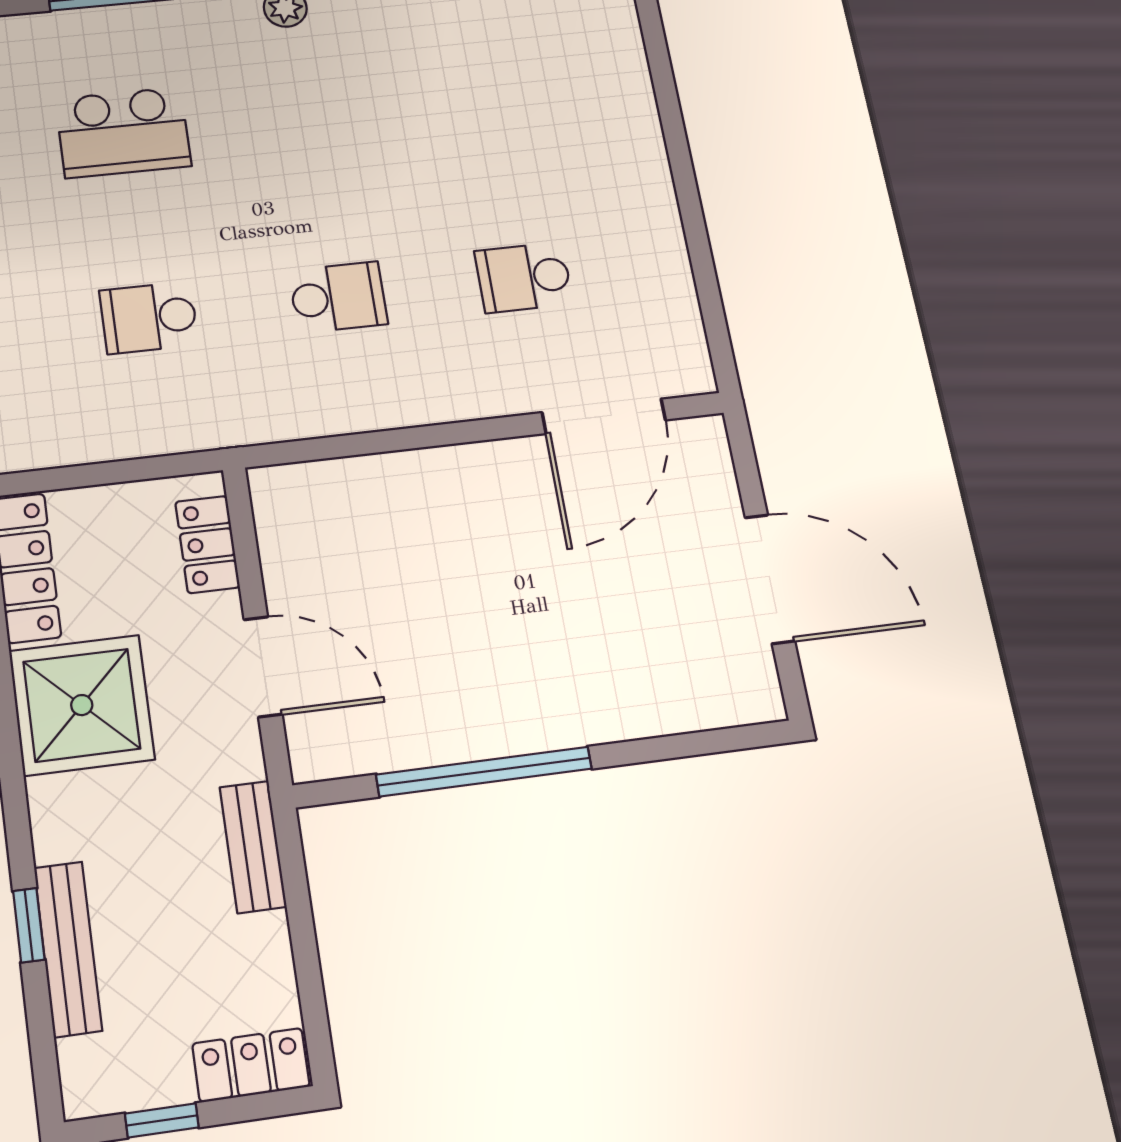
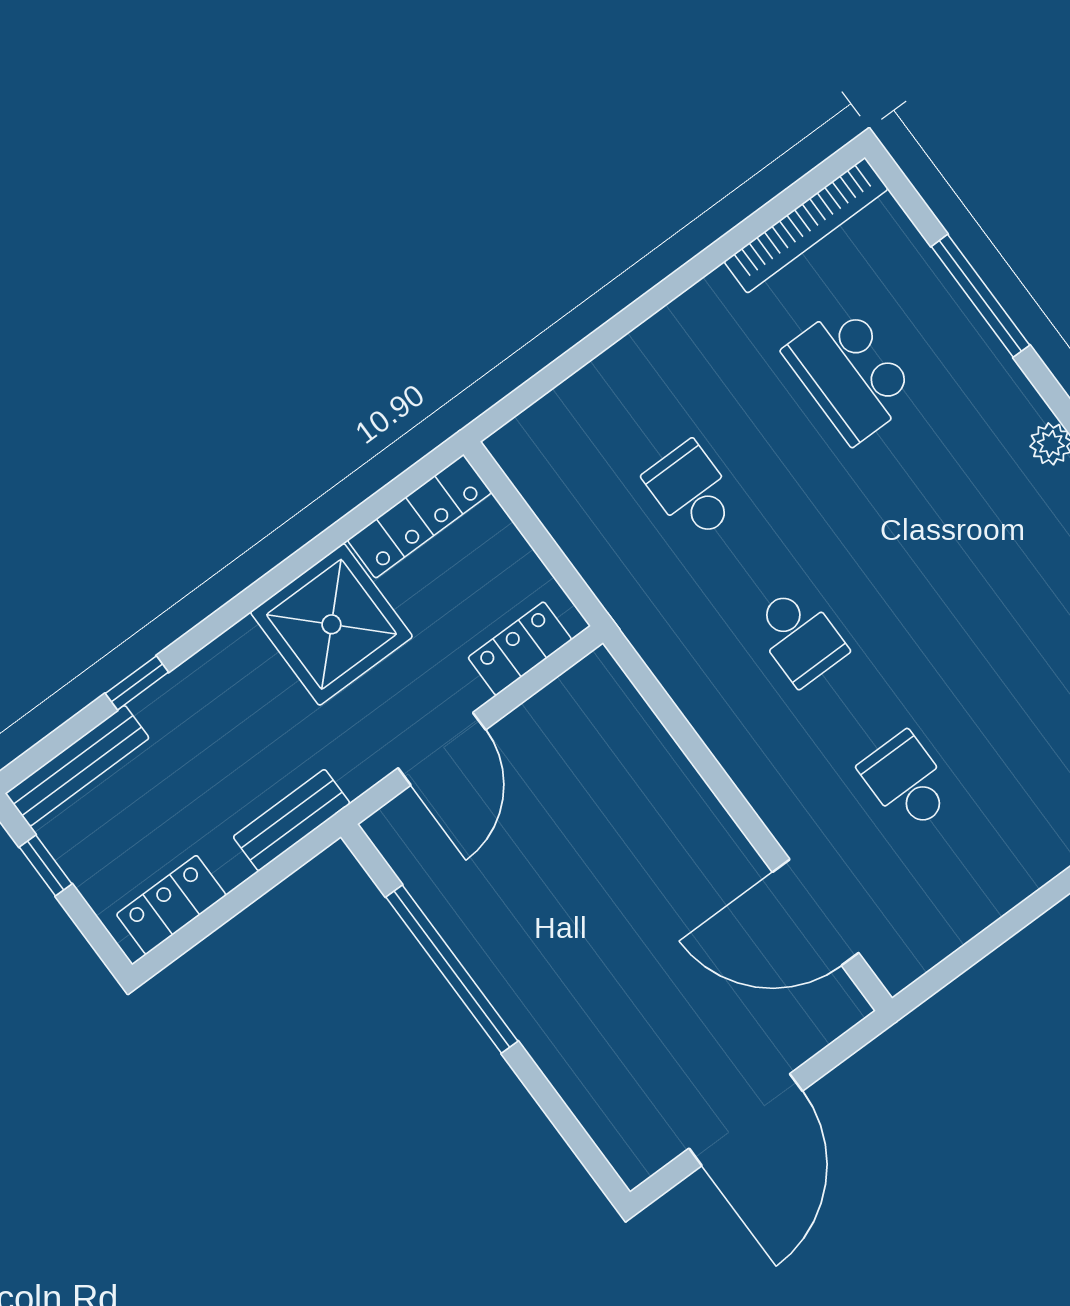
bench: (68, 949) -> (77, 766), moved
locker: (251, 1065) -> (171, 905), moved, turned -90

